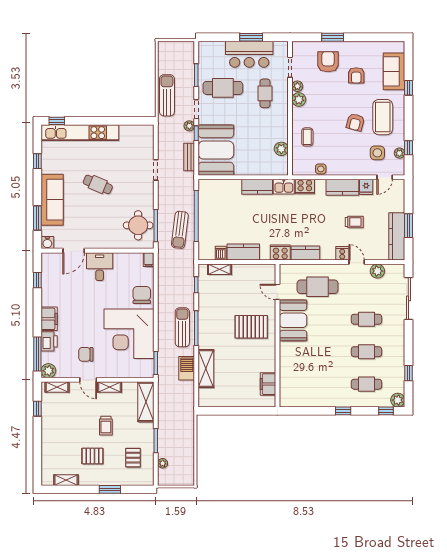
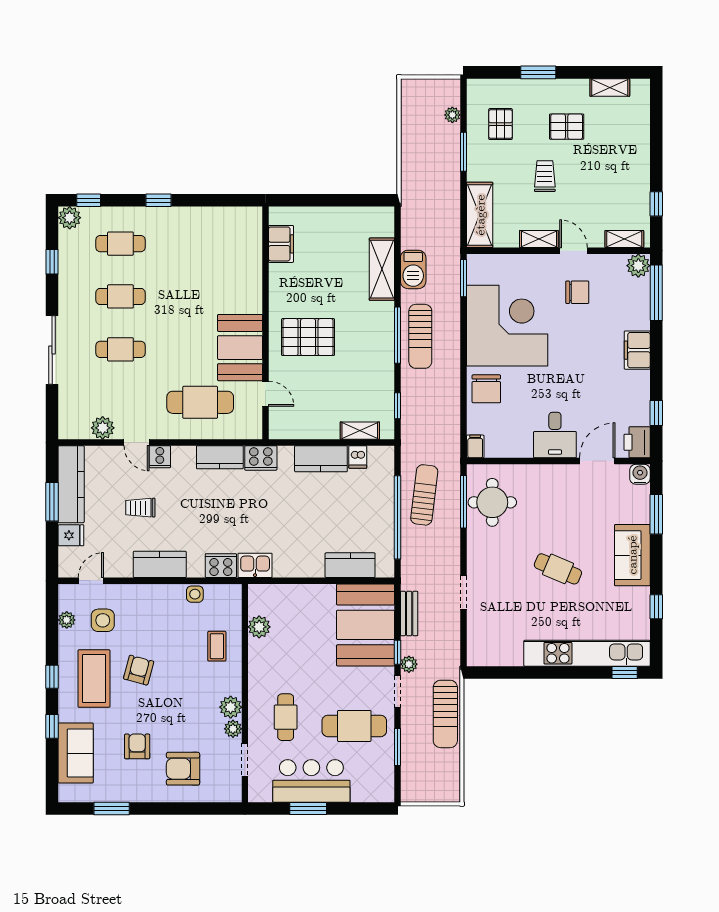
window: (333, 37) -> (112, 809), moved
armchair: (328, 62) -> (183, 769), turned 90
window: (408, 148) -> (52, 677), moved
kitchen counter: (257, 187) -> (350, 565), moved
fridge: (366, 187) -> (71, 535), moved, turned 90
sofa: (52, 200) -> (632, 555), width x0.73
sliding door: (408, 298) -> (52, 350), moved
printer: (49, 341) -> (637, 442), moved

